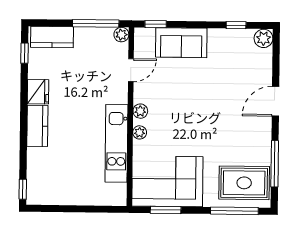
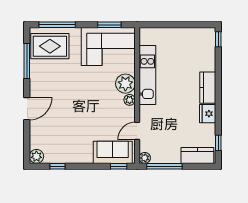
sofa: (181, 43) -> (113, 152), moved
plant: (140, 132) -> (125, 84), width x1.87, depth x1.87

